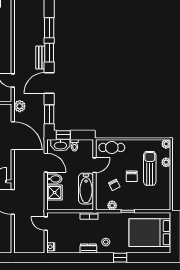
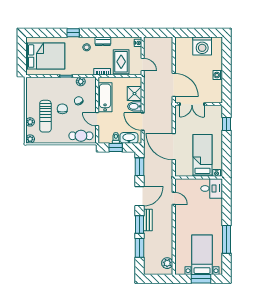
plant: (20, 106) -> (167, 263), moved
window: (63, 135) -> (116, 147), moved
door: (94, 165) -> (97, 119), hinge flipped
rug: (69, 227) -> (121, 62), added

